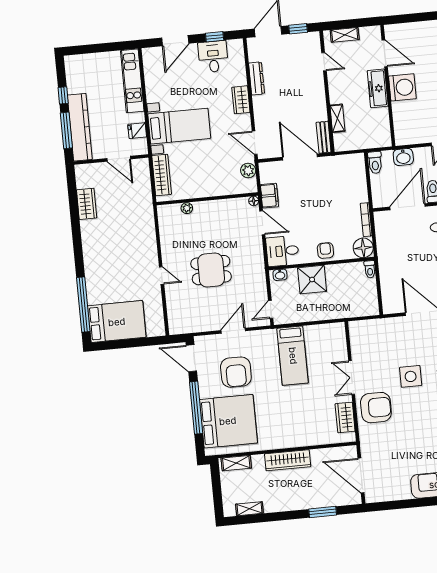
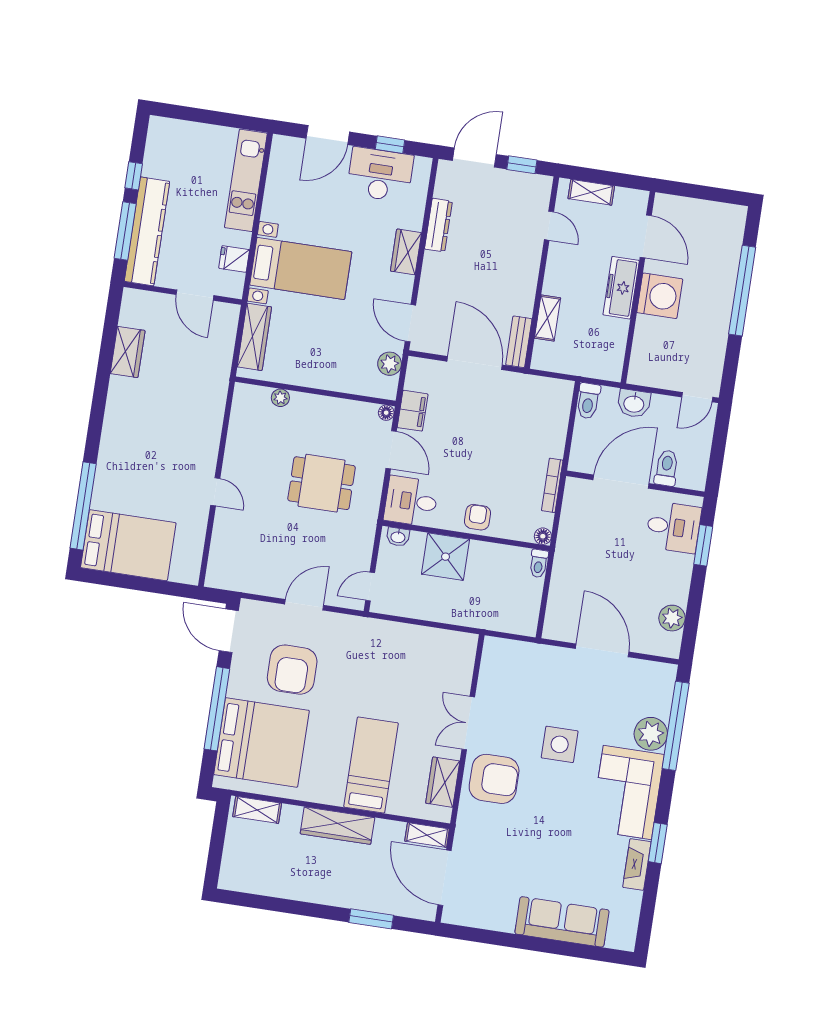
desk: (213, 57) -> (380, 175), width x1.37
floor lamp: (363, 248) -> (543, 536), width x0.53, depth x0.53
dining table: (211, 270) -> (322, 483), moved
bed: (293, 356) -> (371, 765), moved, turned 180
shelving: (249, 509) -> (427, 835), moved

